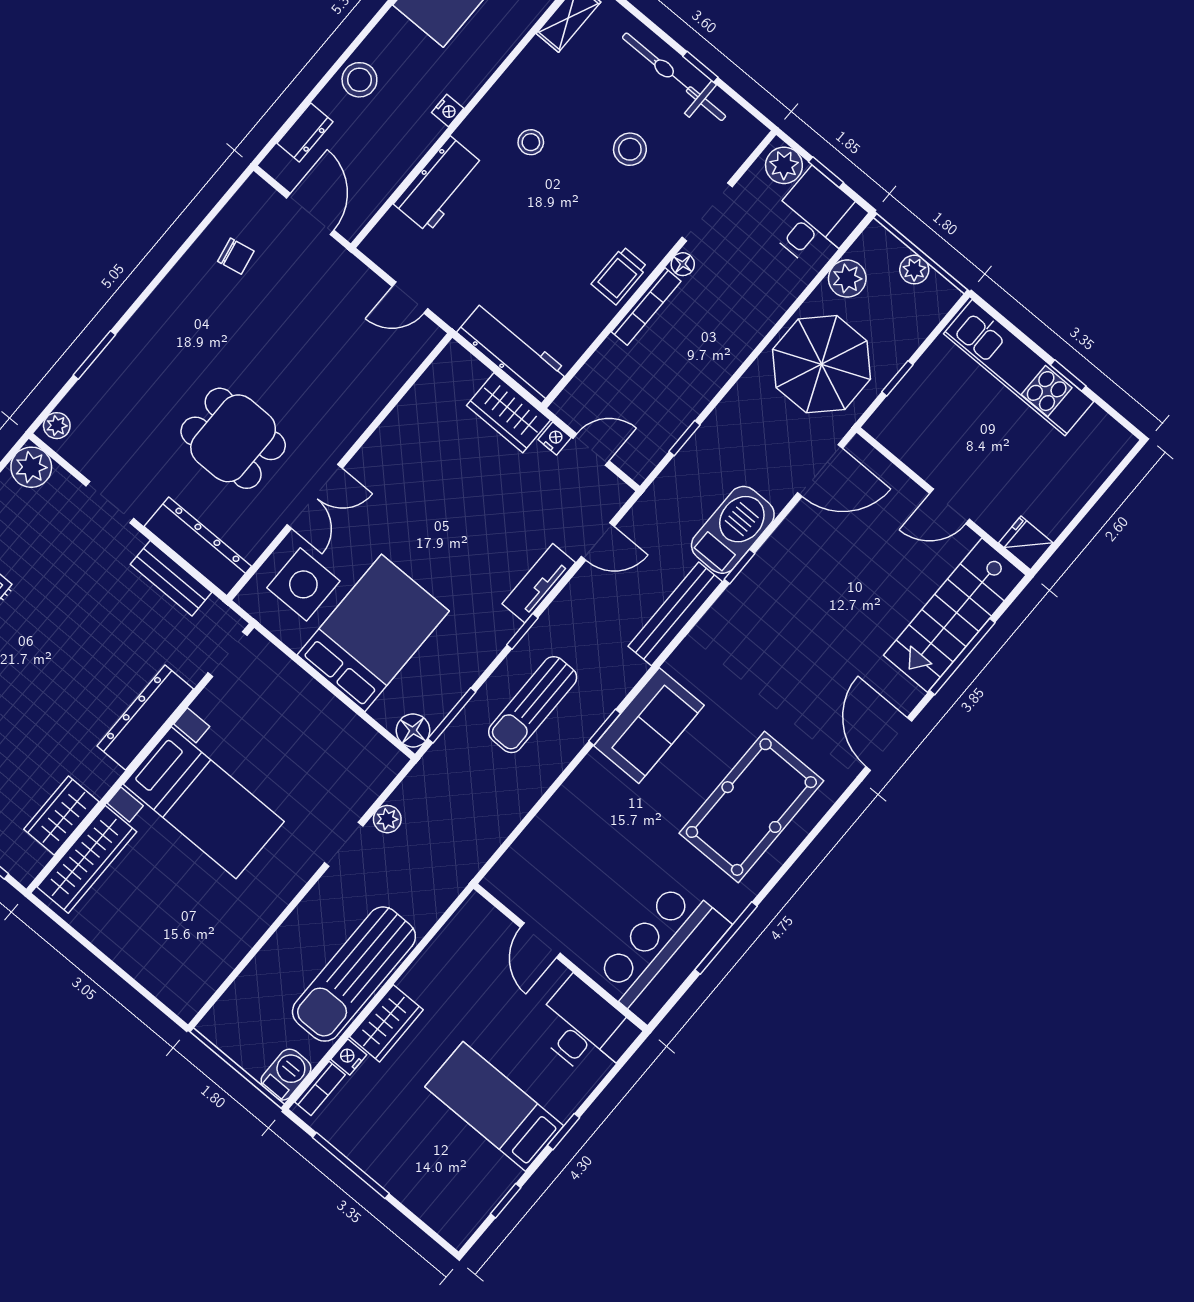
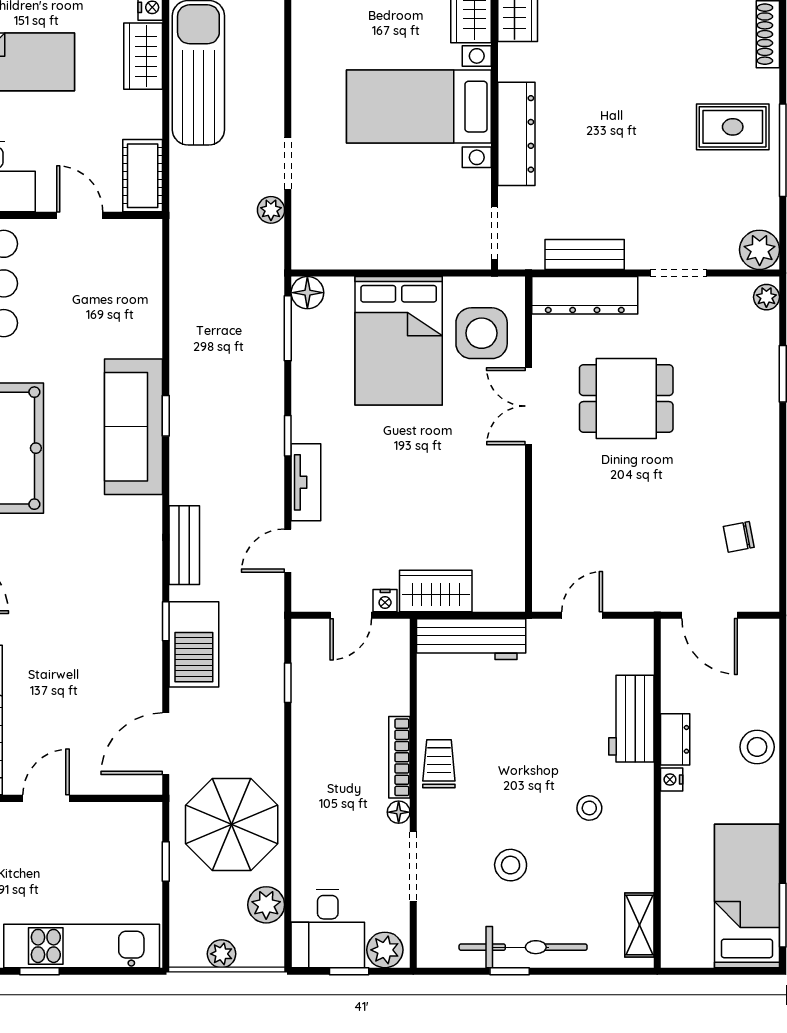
dresser: (305, 132) -> (675, 739), moved, turned 180
bench: (675, 614) -> (184, 545), width x0.73
sun lounger: (533, 705) -> (234, 387), removed
sofa: (649, 726) -> (134, 427), width x1.36
cot: (465, 930) -> (143, 176), added

